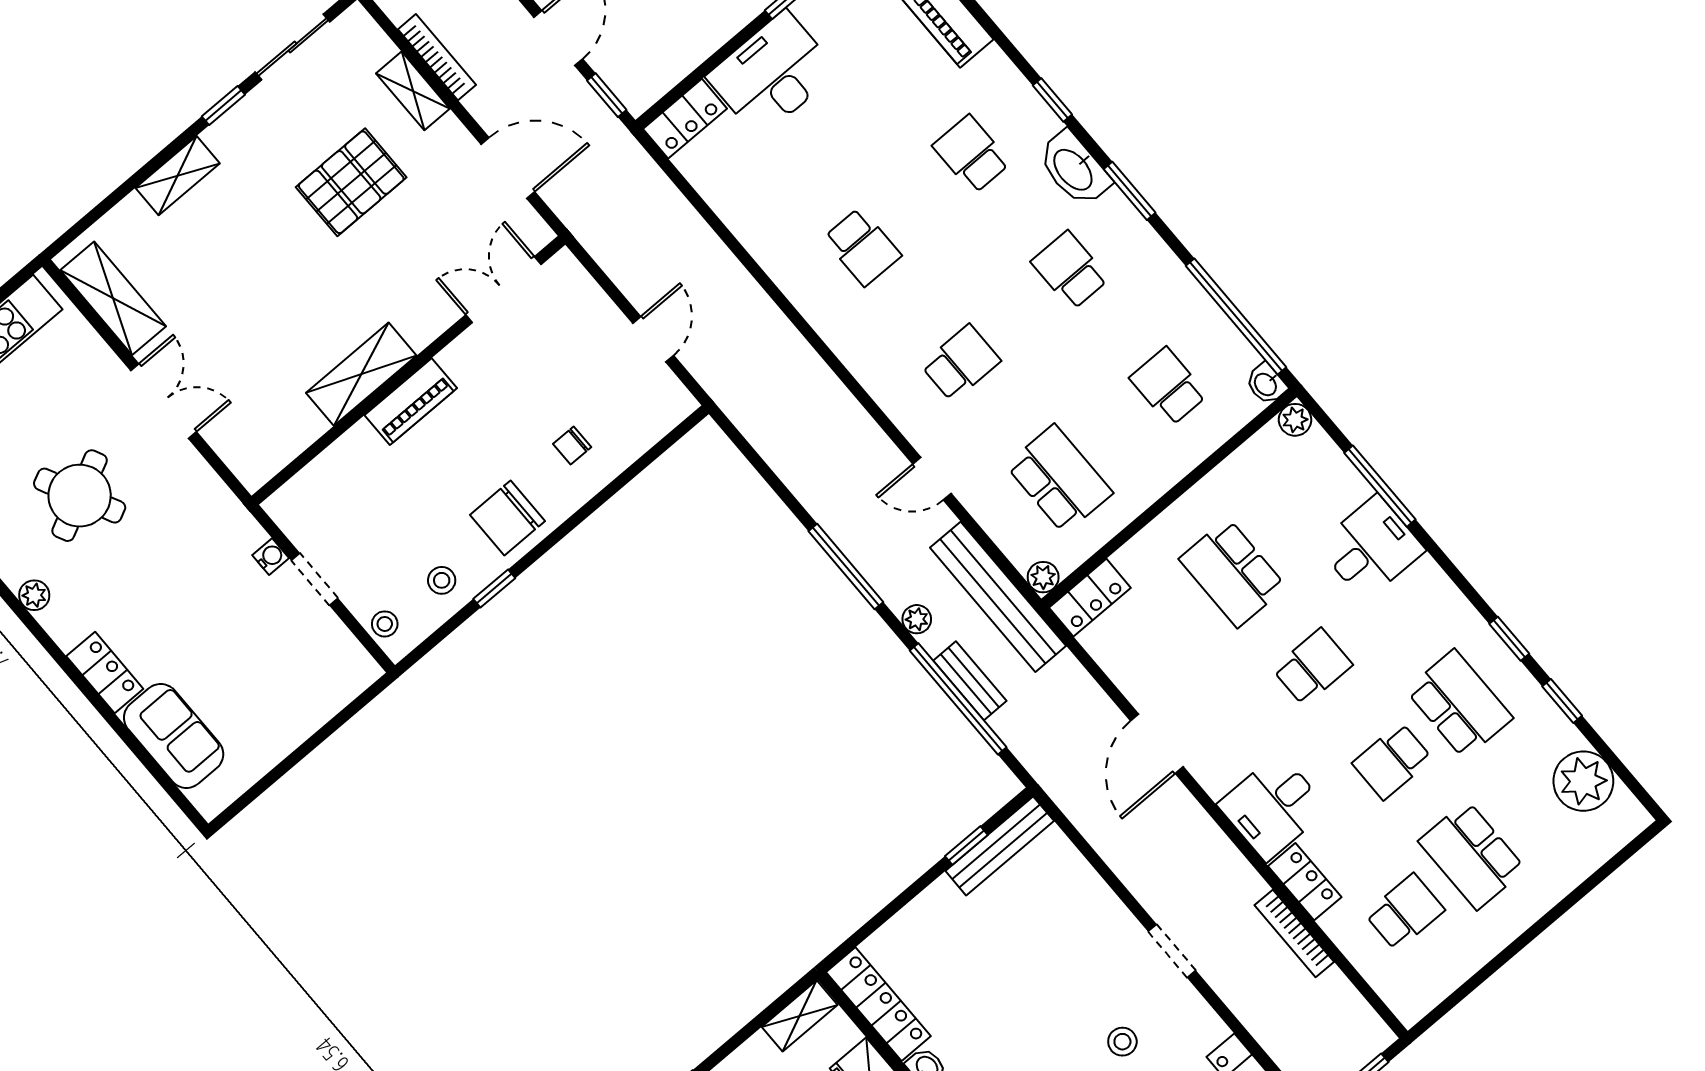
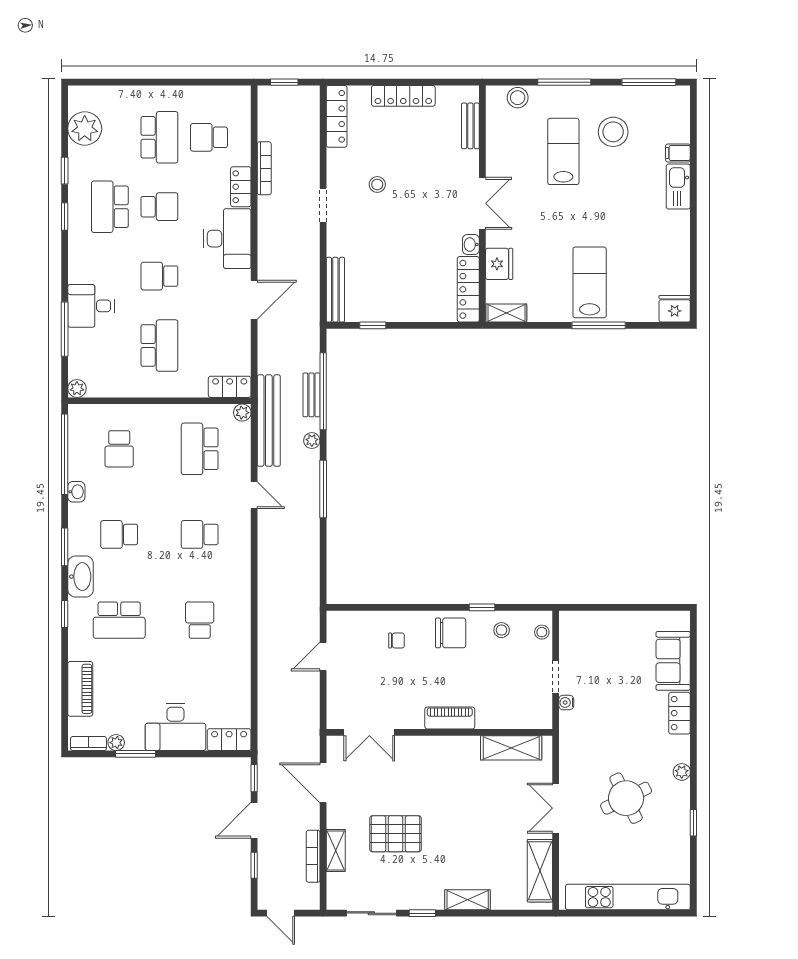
school desk: (971, 154) -> (119, 620), width x1.85
school desk: (1070, 270) -> (119, 534), turned 90
shelving: (361, 374) -> (511, 748), moved
washbasin: (1266, 384) -> (76, 492), moved
desk: (1273, 807) -> (227, 239), width x1.37
bench: (1000, 846) -> (335, 290), moved, turned 90

